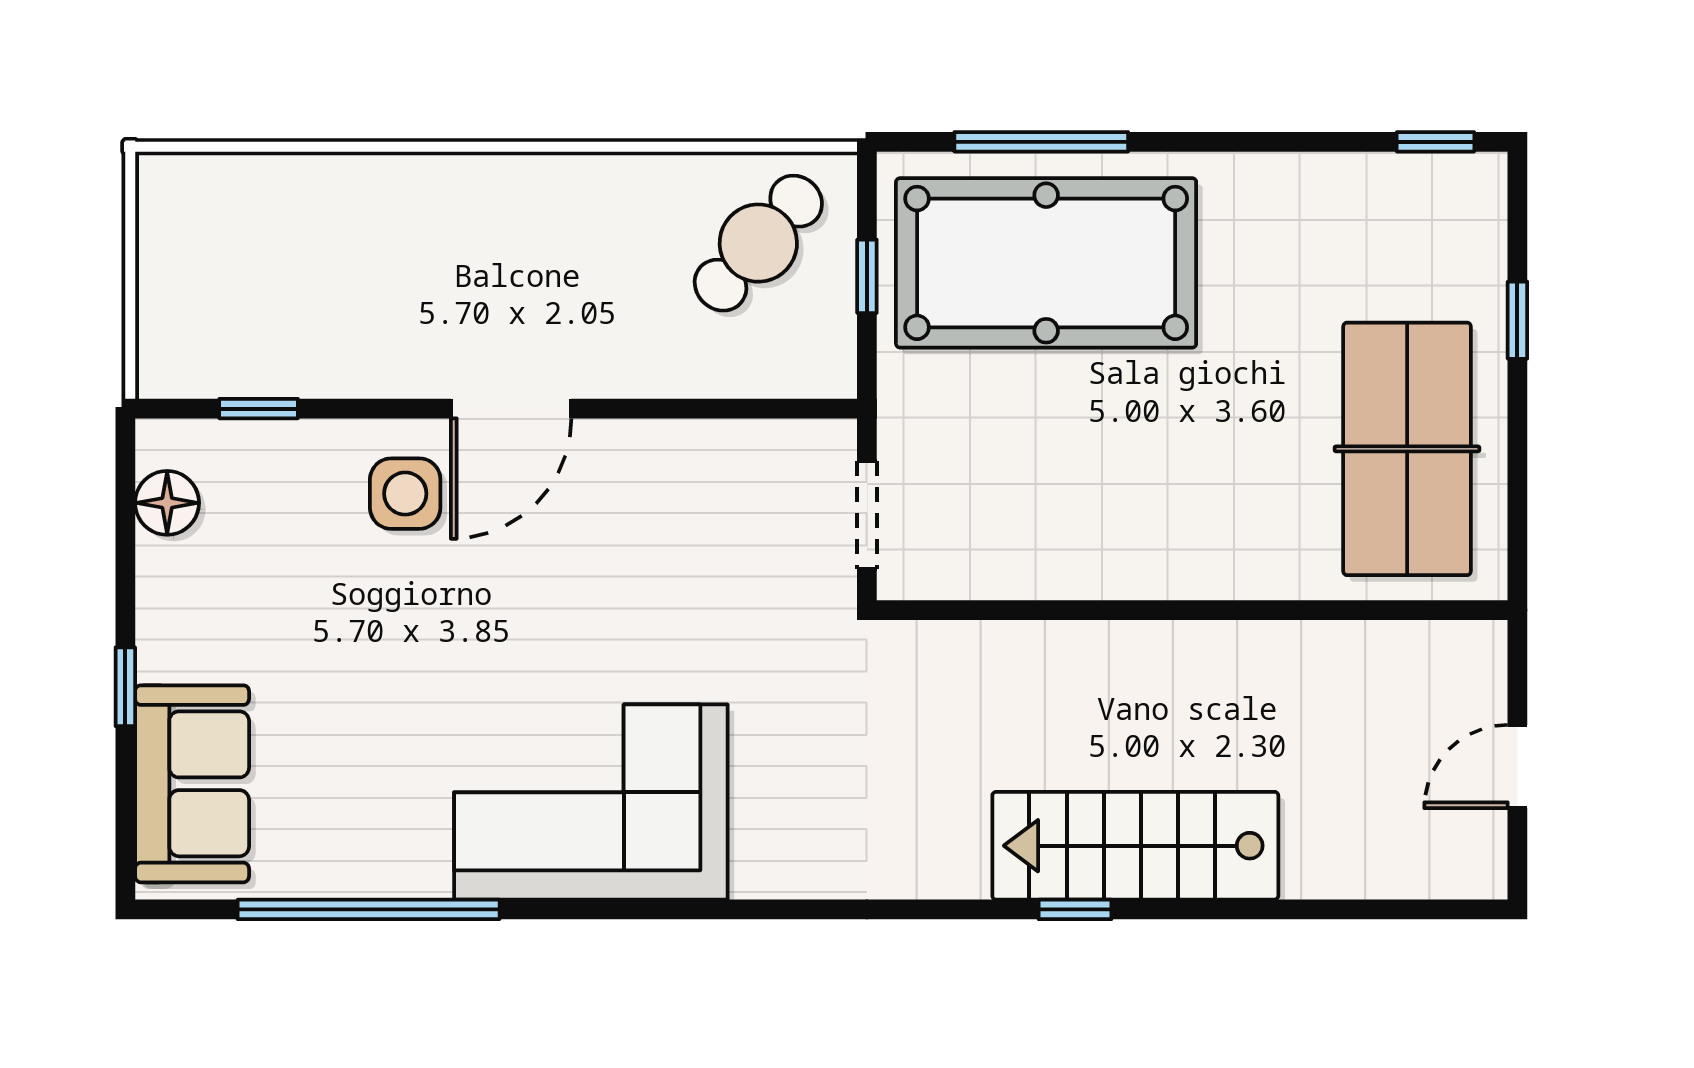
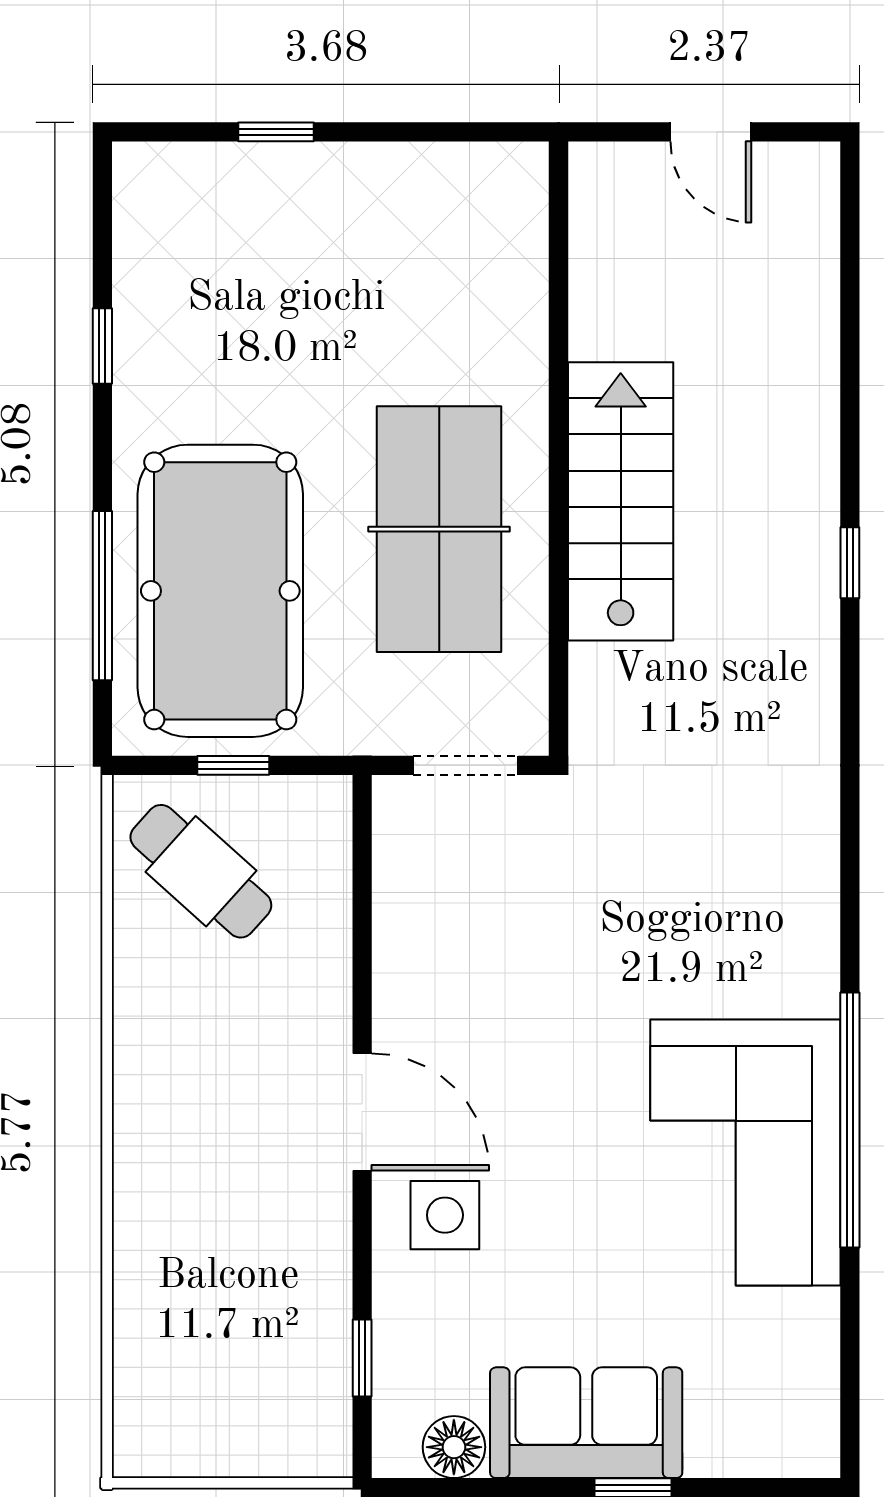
window: (1435, 142) -> (102, 346), moved
table tennis table: (1407, 449) -> (439, 529), moved, turned 90
sofa: (192, 784) -> (586, 1423), moved
corner sofa: (591, 802) -> (745, 1152), moved
stairs: (1135, 846) -> (621, 501), moved, turned 180
window: (369, 909) -> (850, 1120), moved

